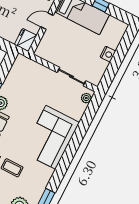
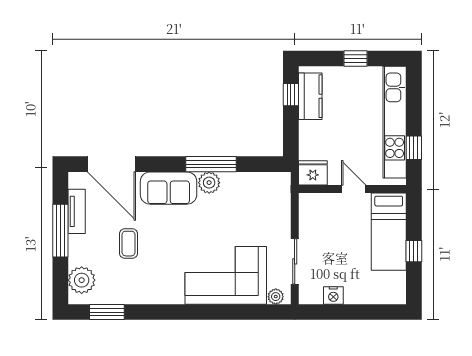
nightstand: (108, 54) -> (333, 295), moved
corner sofa: (51, 137) -> (226, 275), moved

